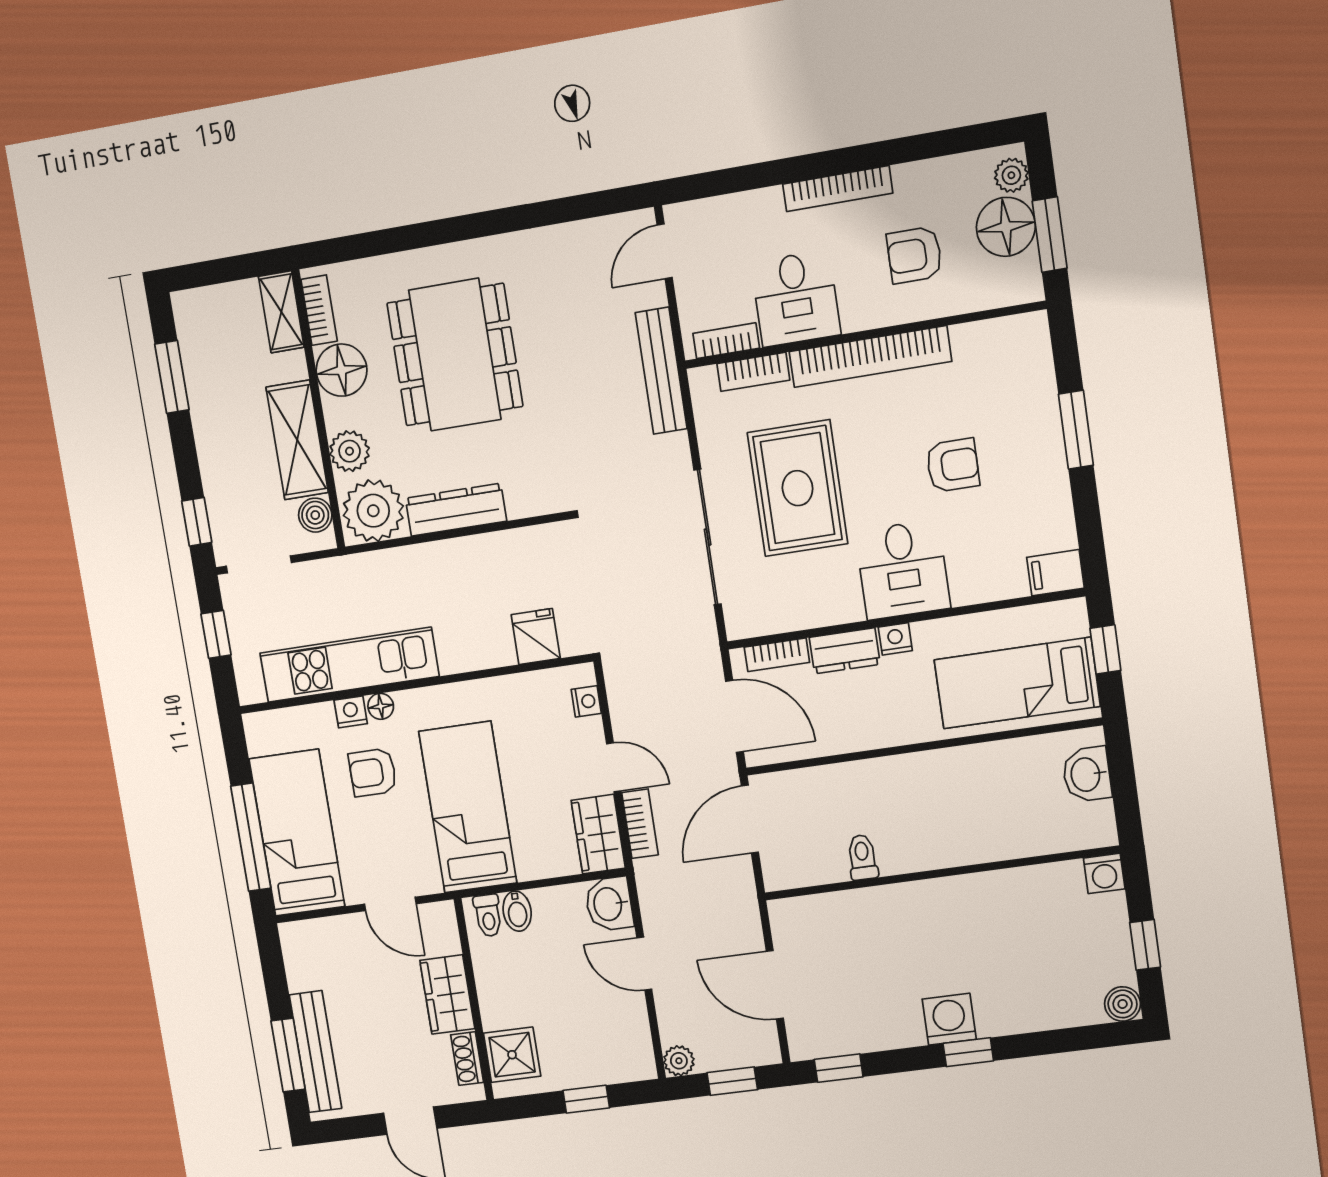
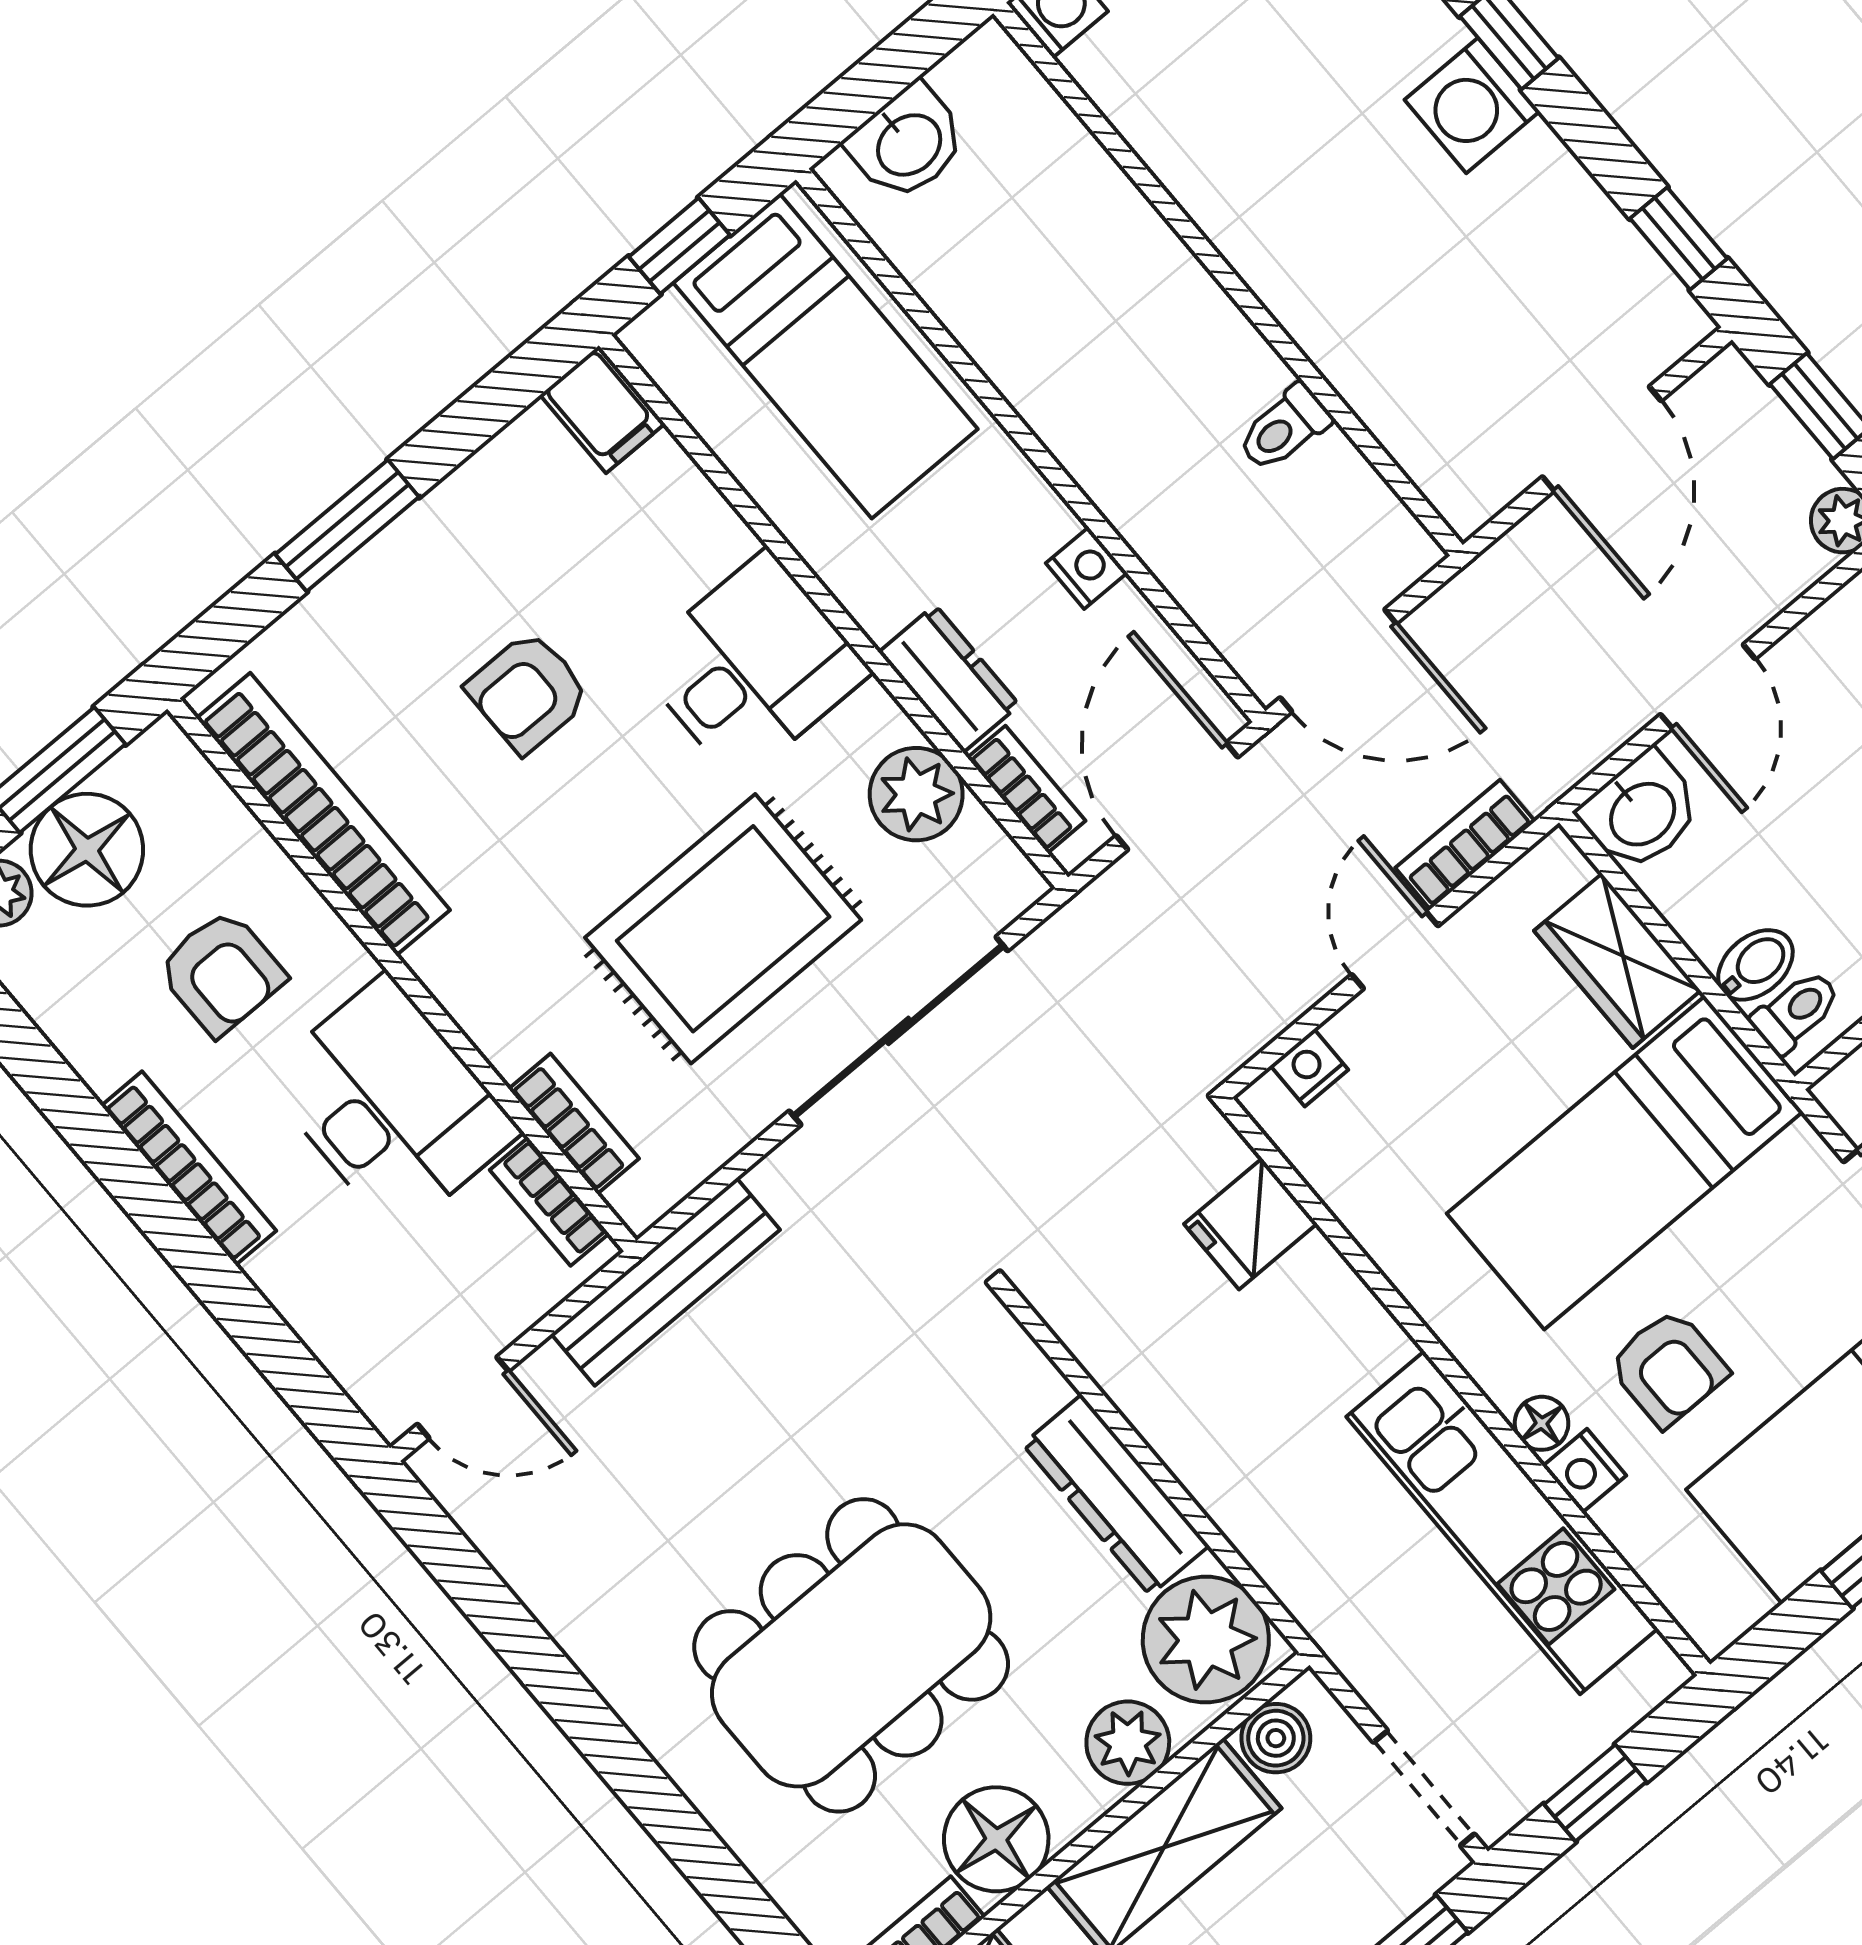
desk: (796, 298) -> (391, 1105), width x1.37
bookcase: (870, 357) -> (323, 814), moved
armchair: (953, 465) -> (528, 692), turned -90
plant: (804, 607) -> (916, 794), added
nightstand: (895, 639) -> (1087, 568), moved, turned 180
wardrobe: (598, 834) -> (1617, 961), moved, turned 90

